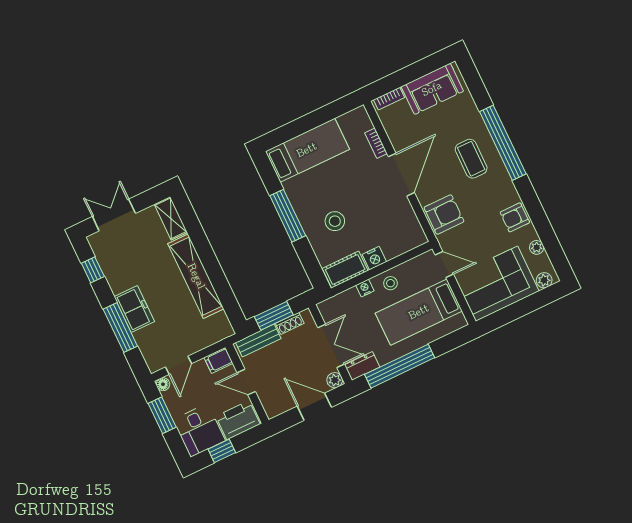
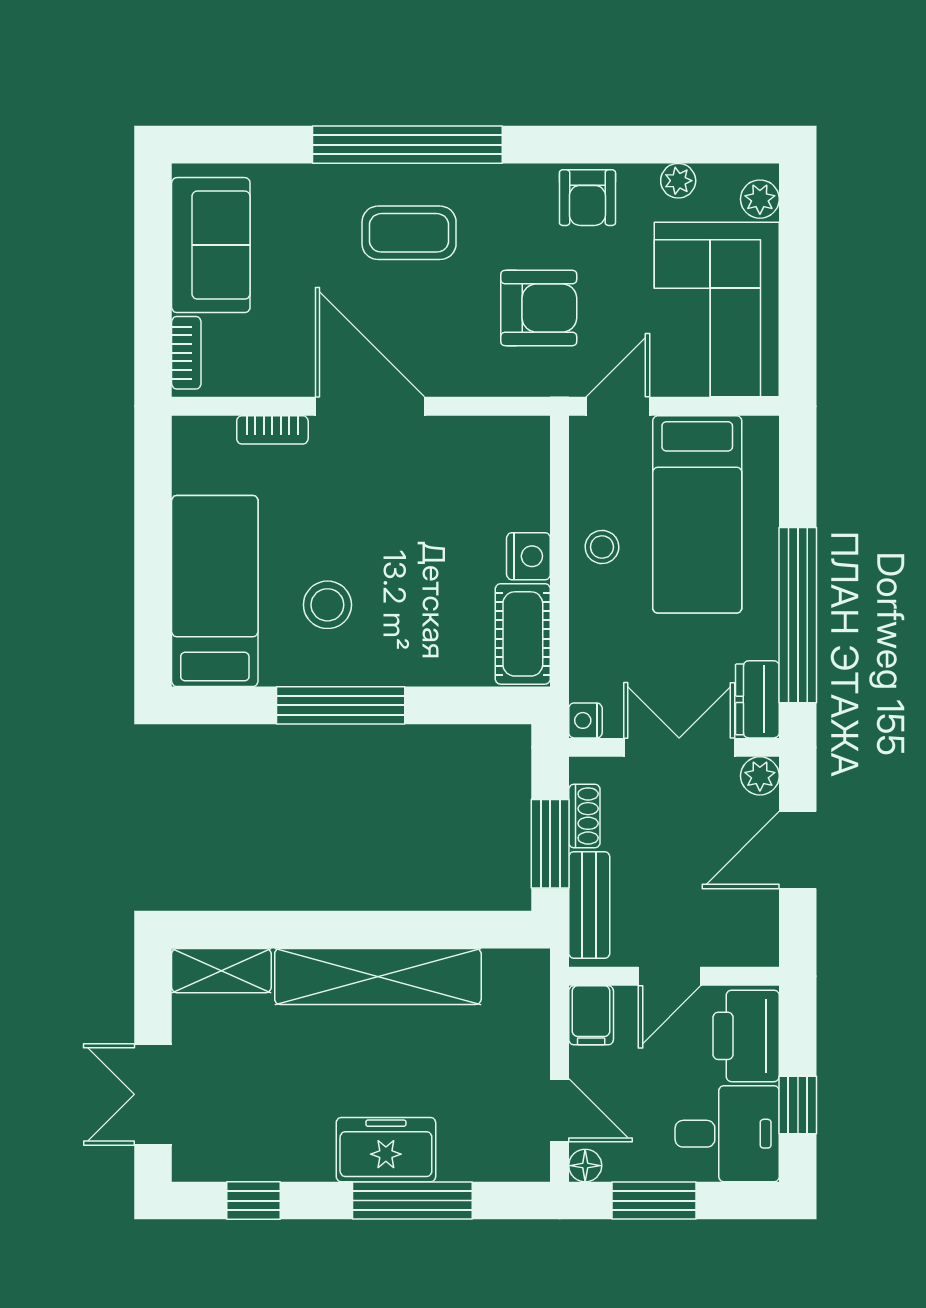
armchair: (444, 214) -> (539, 308), moved, turned 90
stool: (335, 221) -> (327, 605), moved
nightstand: (365, 288) -> (585, 720), moved

